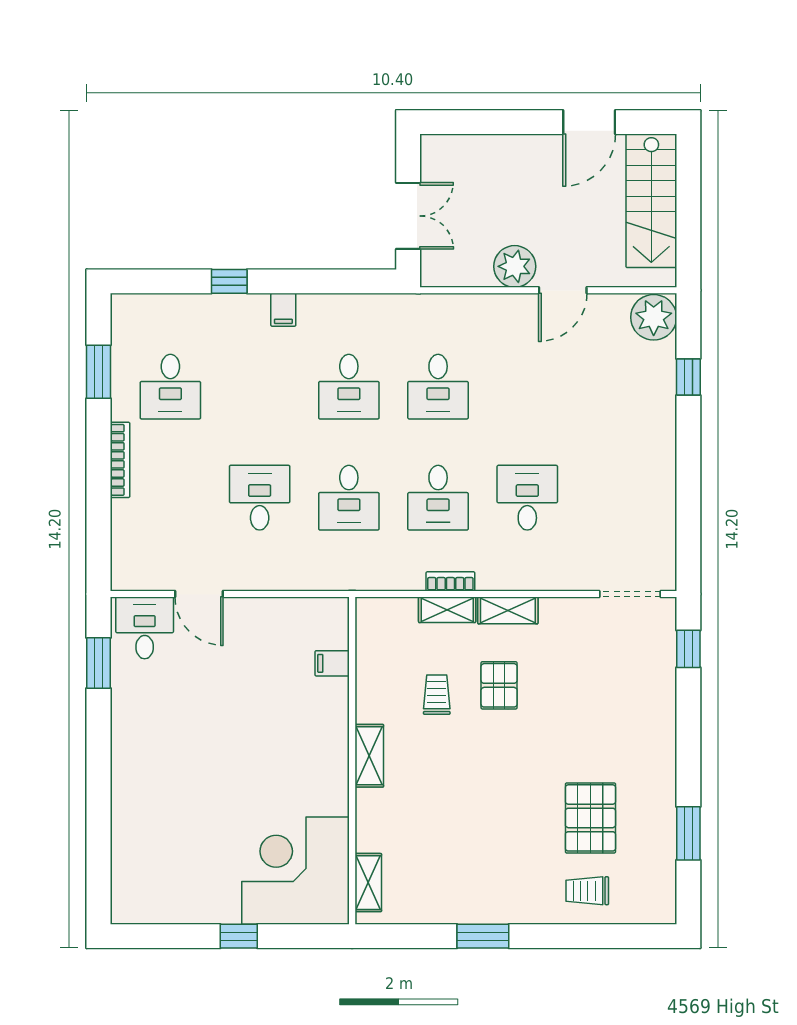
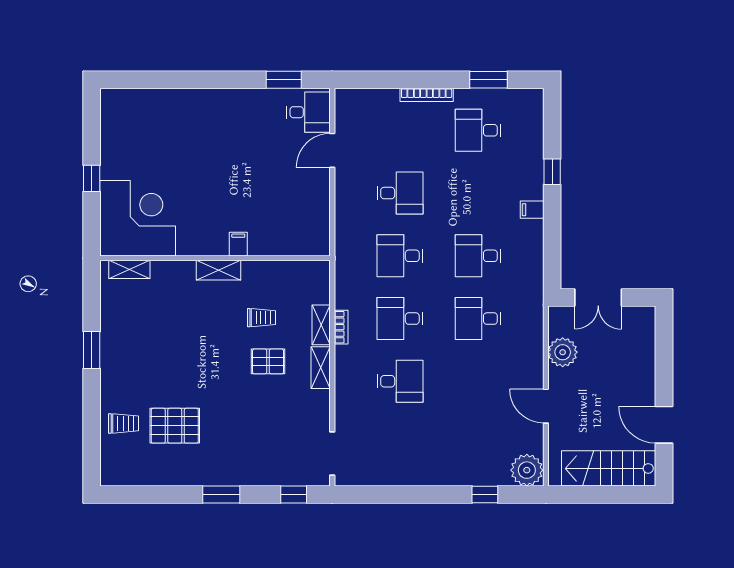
plant: (515, 266) -> (563, 352), moved
filing cabinet: (332, 663) -> (238, 244), moved
window: (688, 833) -> (221, 495), moved
trolley: (587, 891) -> (124, 423), turned 90

